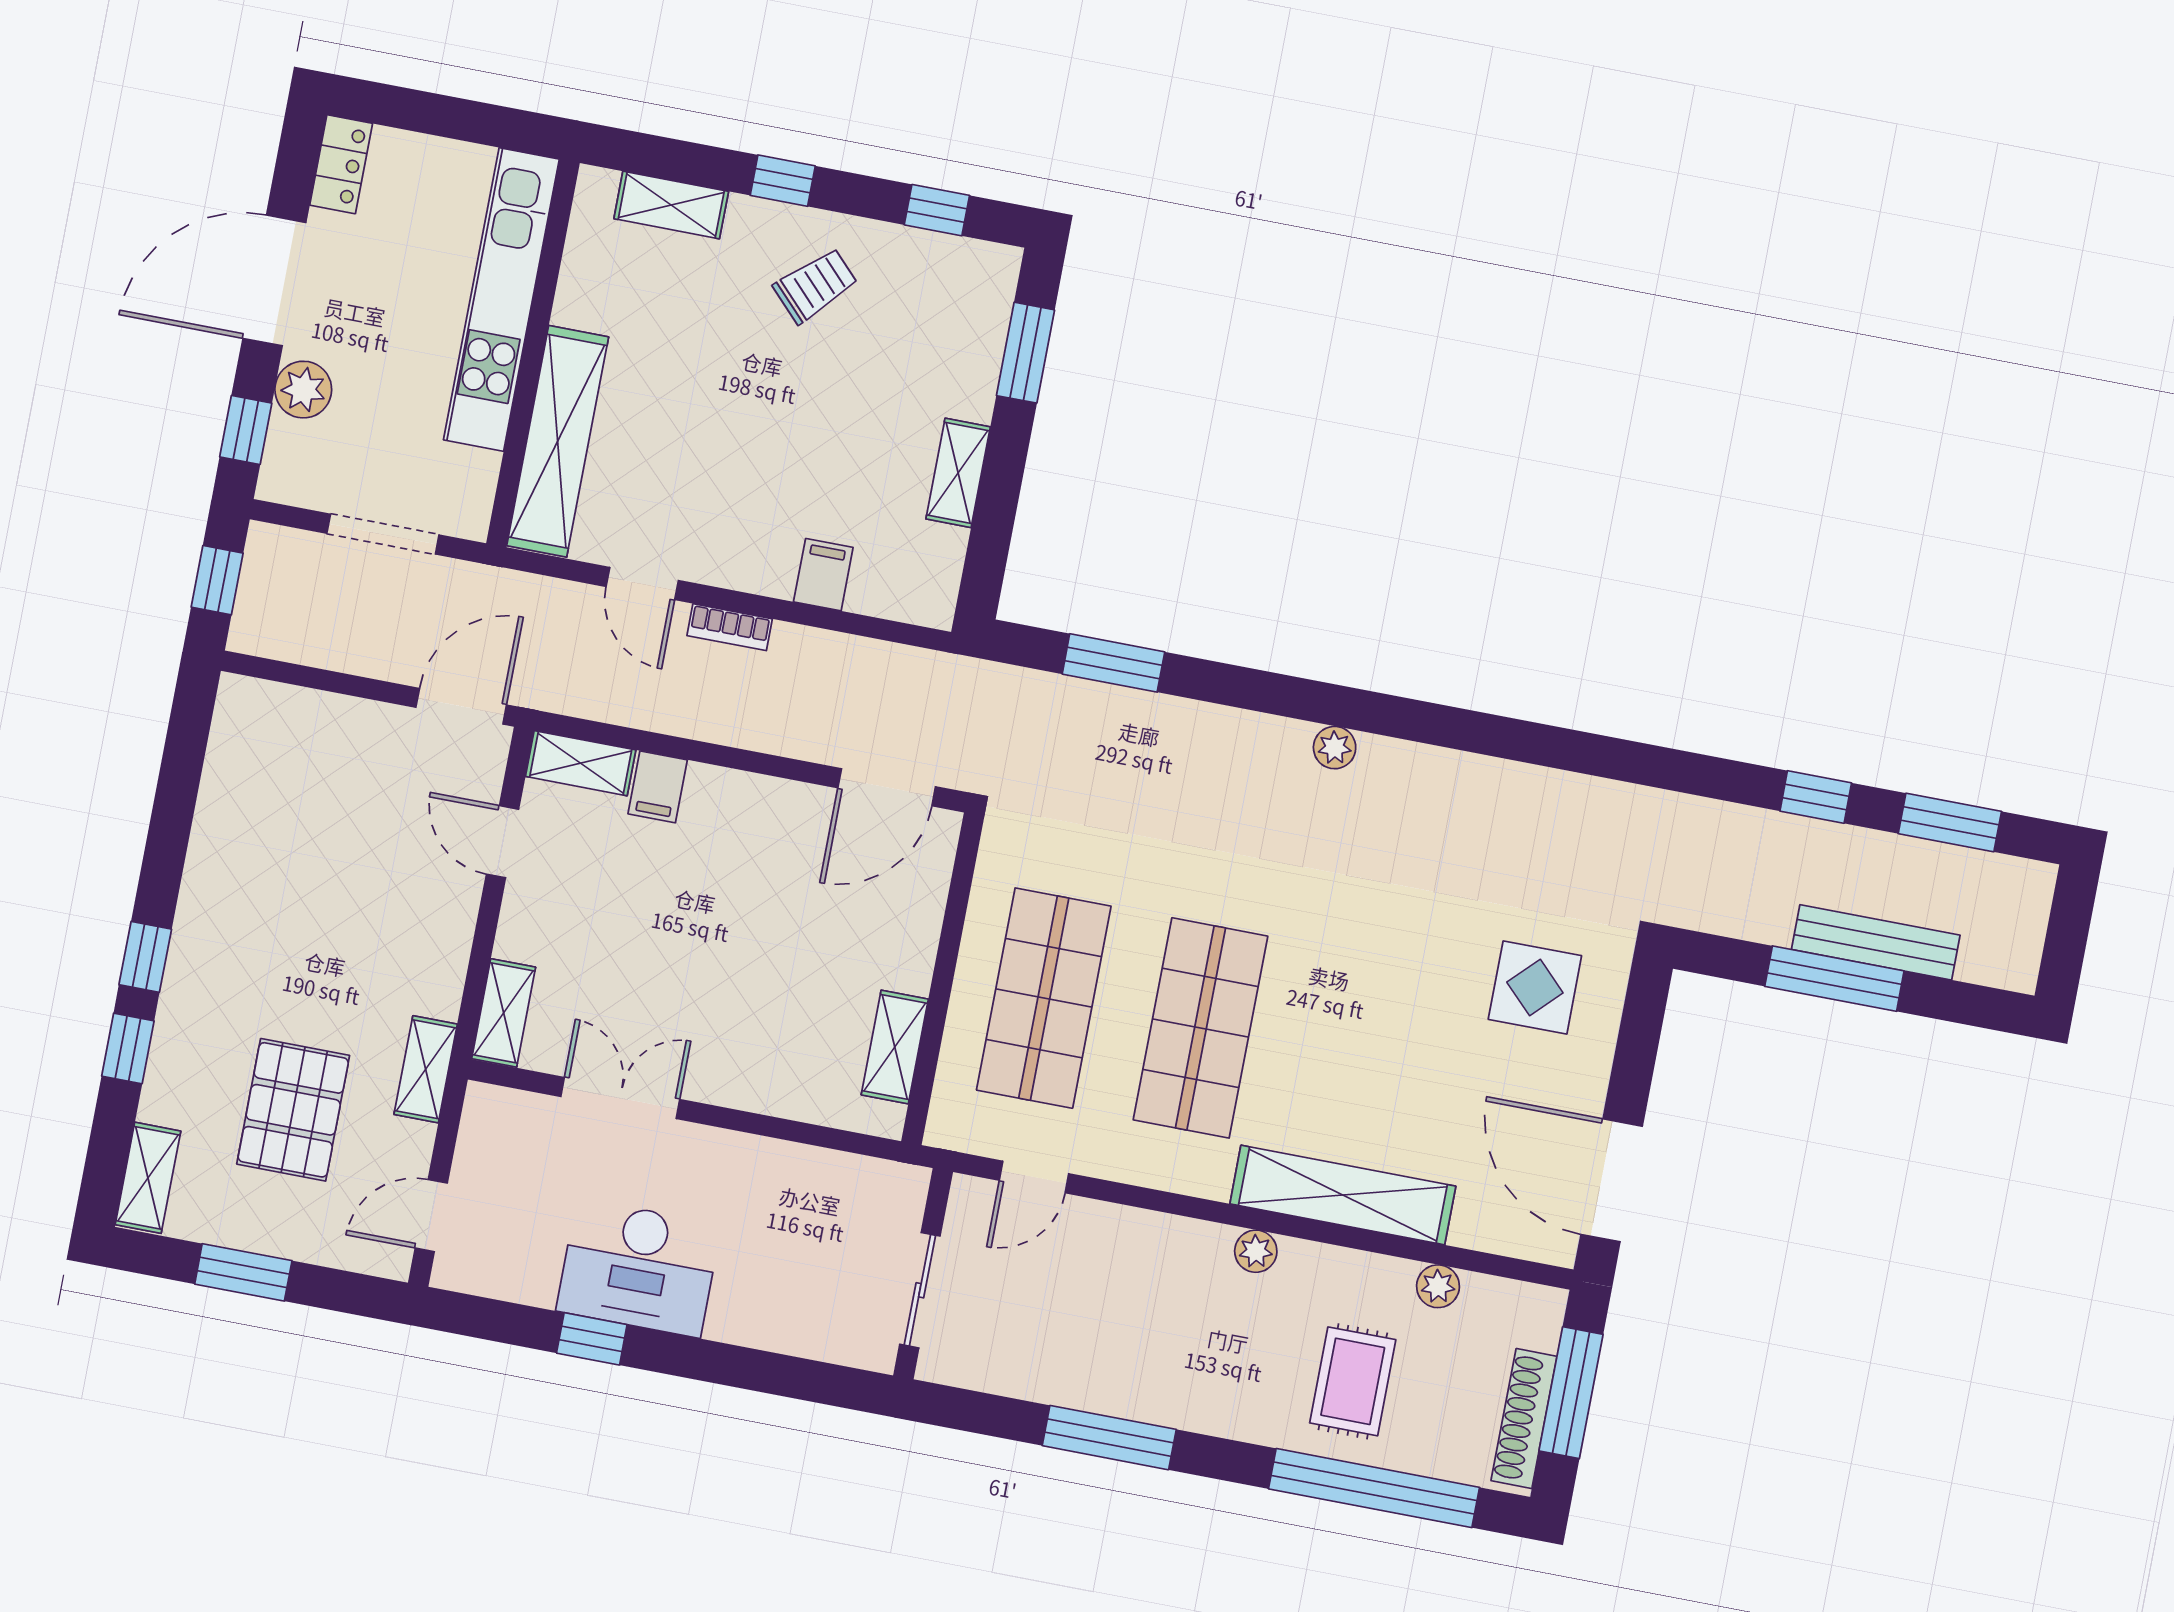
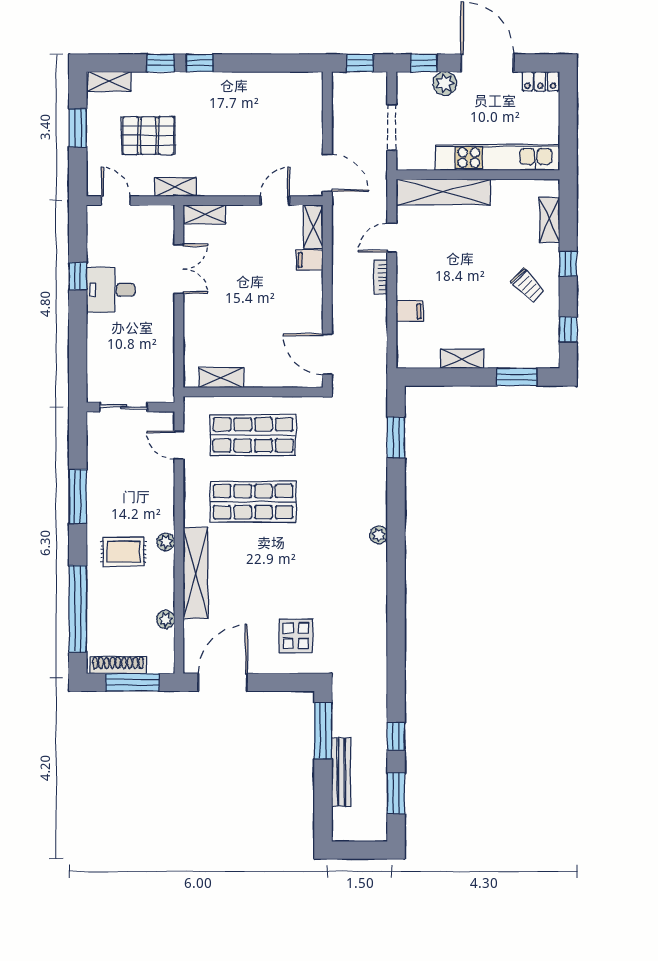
window: (1834, 979) -> (323, 731), moved
desk: (639, 1268) -> (111, 290), width x0.73
rug: (1353, 1381) -> (123, 552), moved

